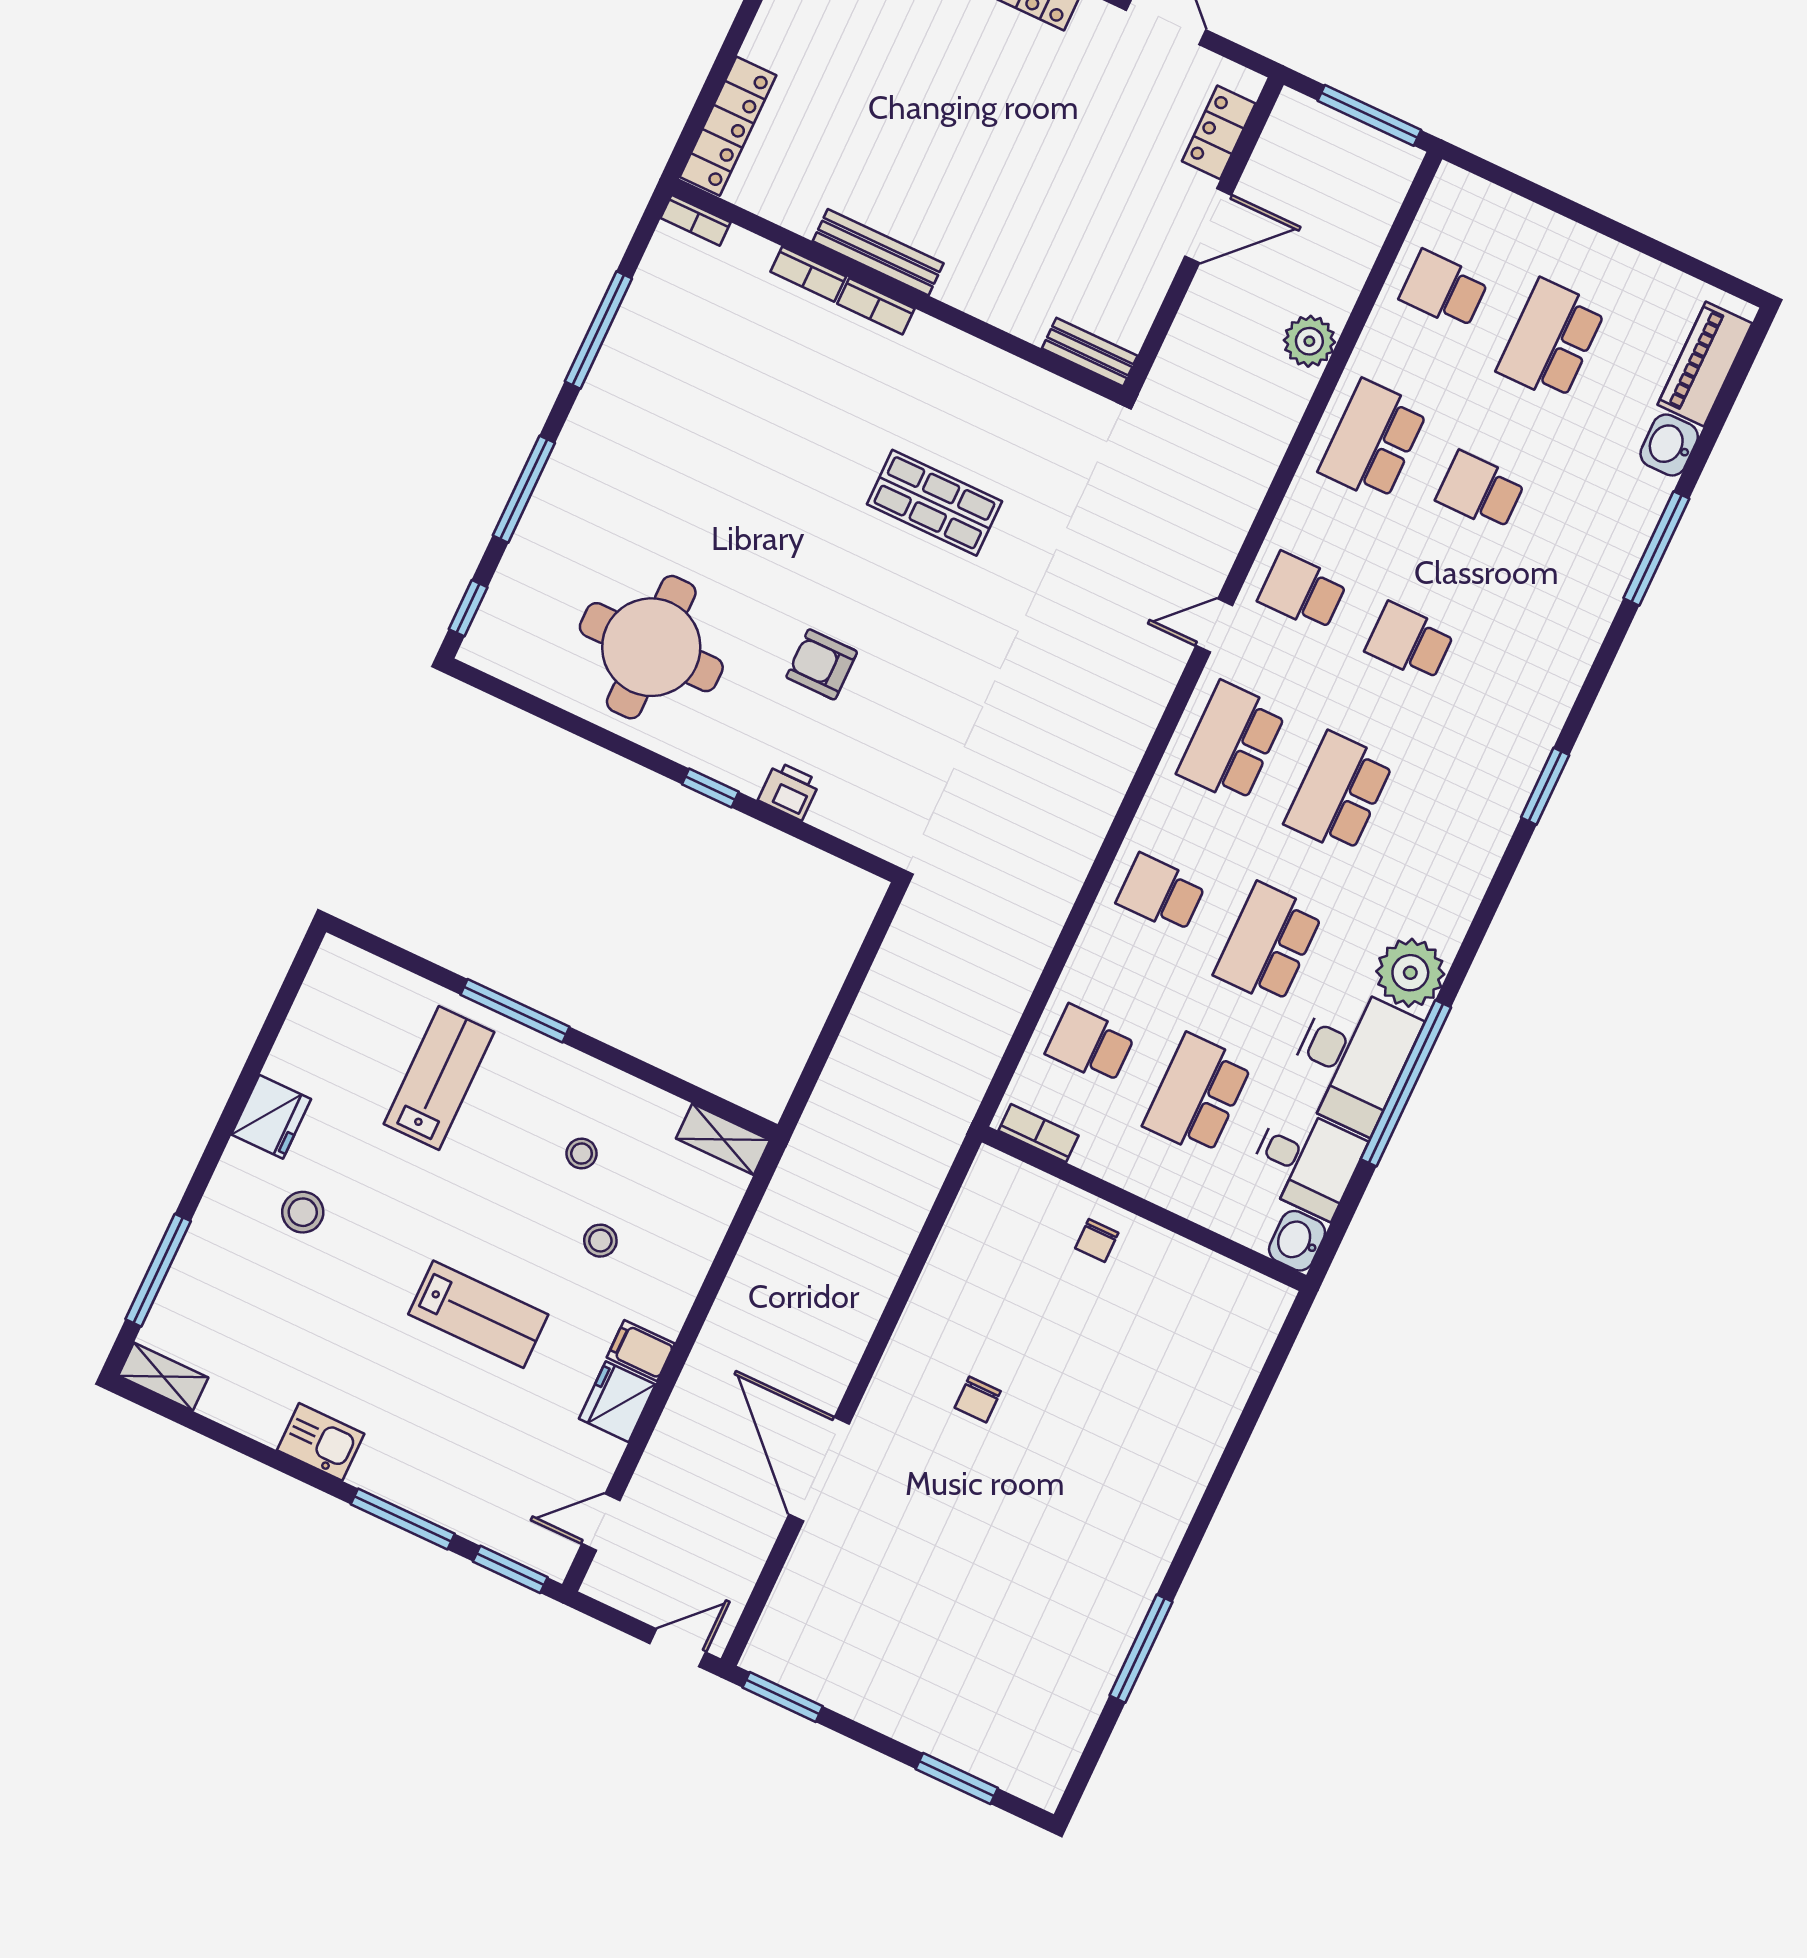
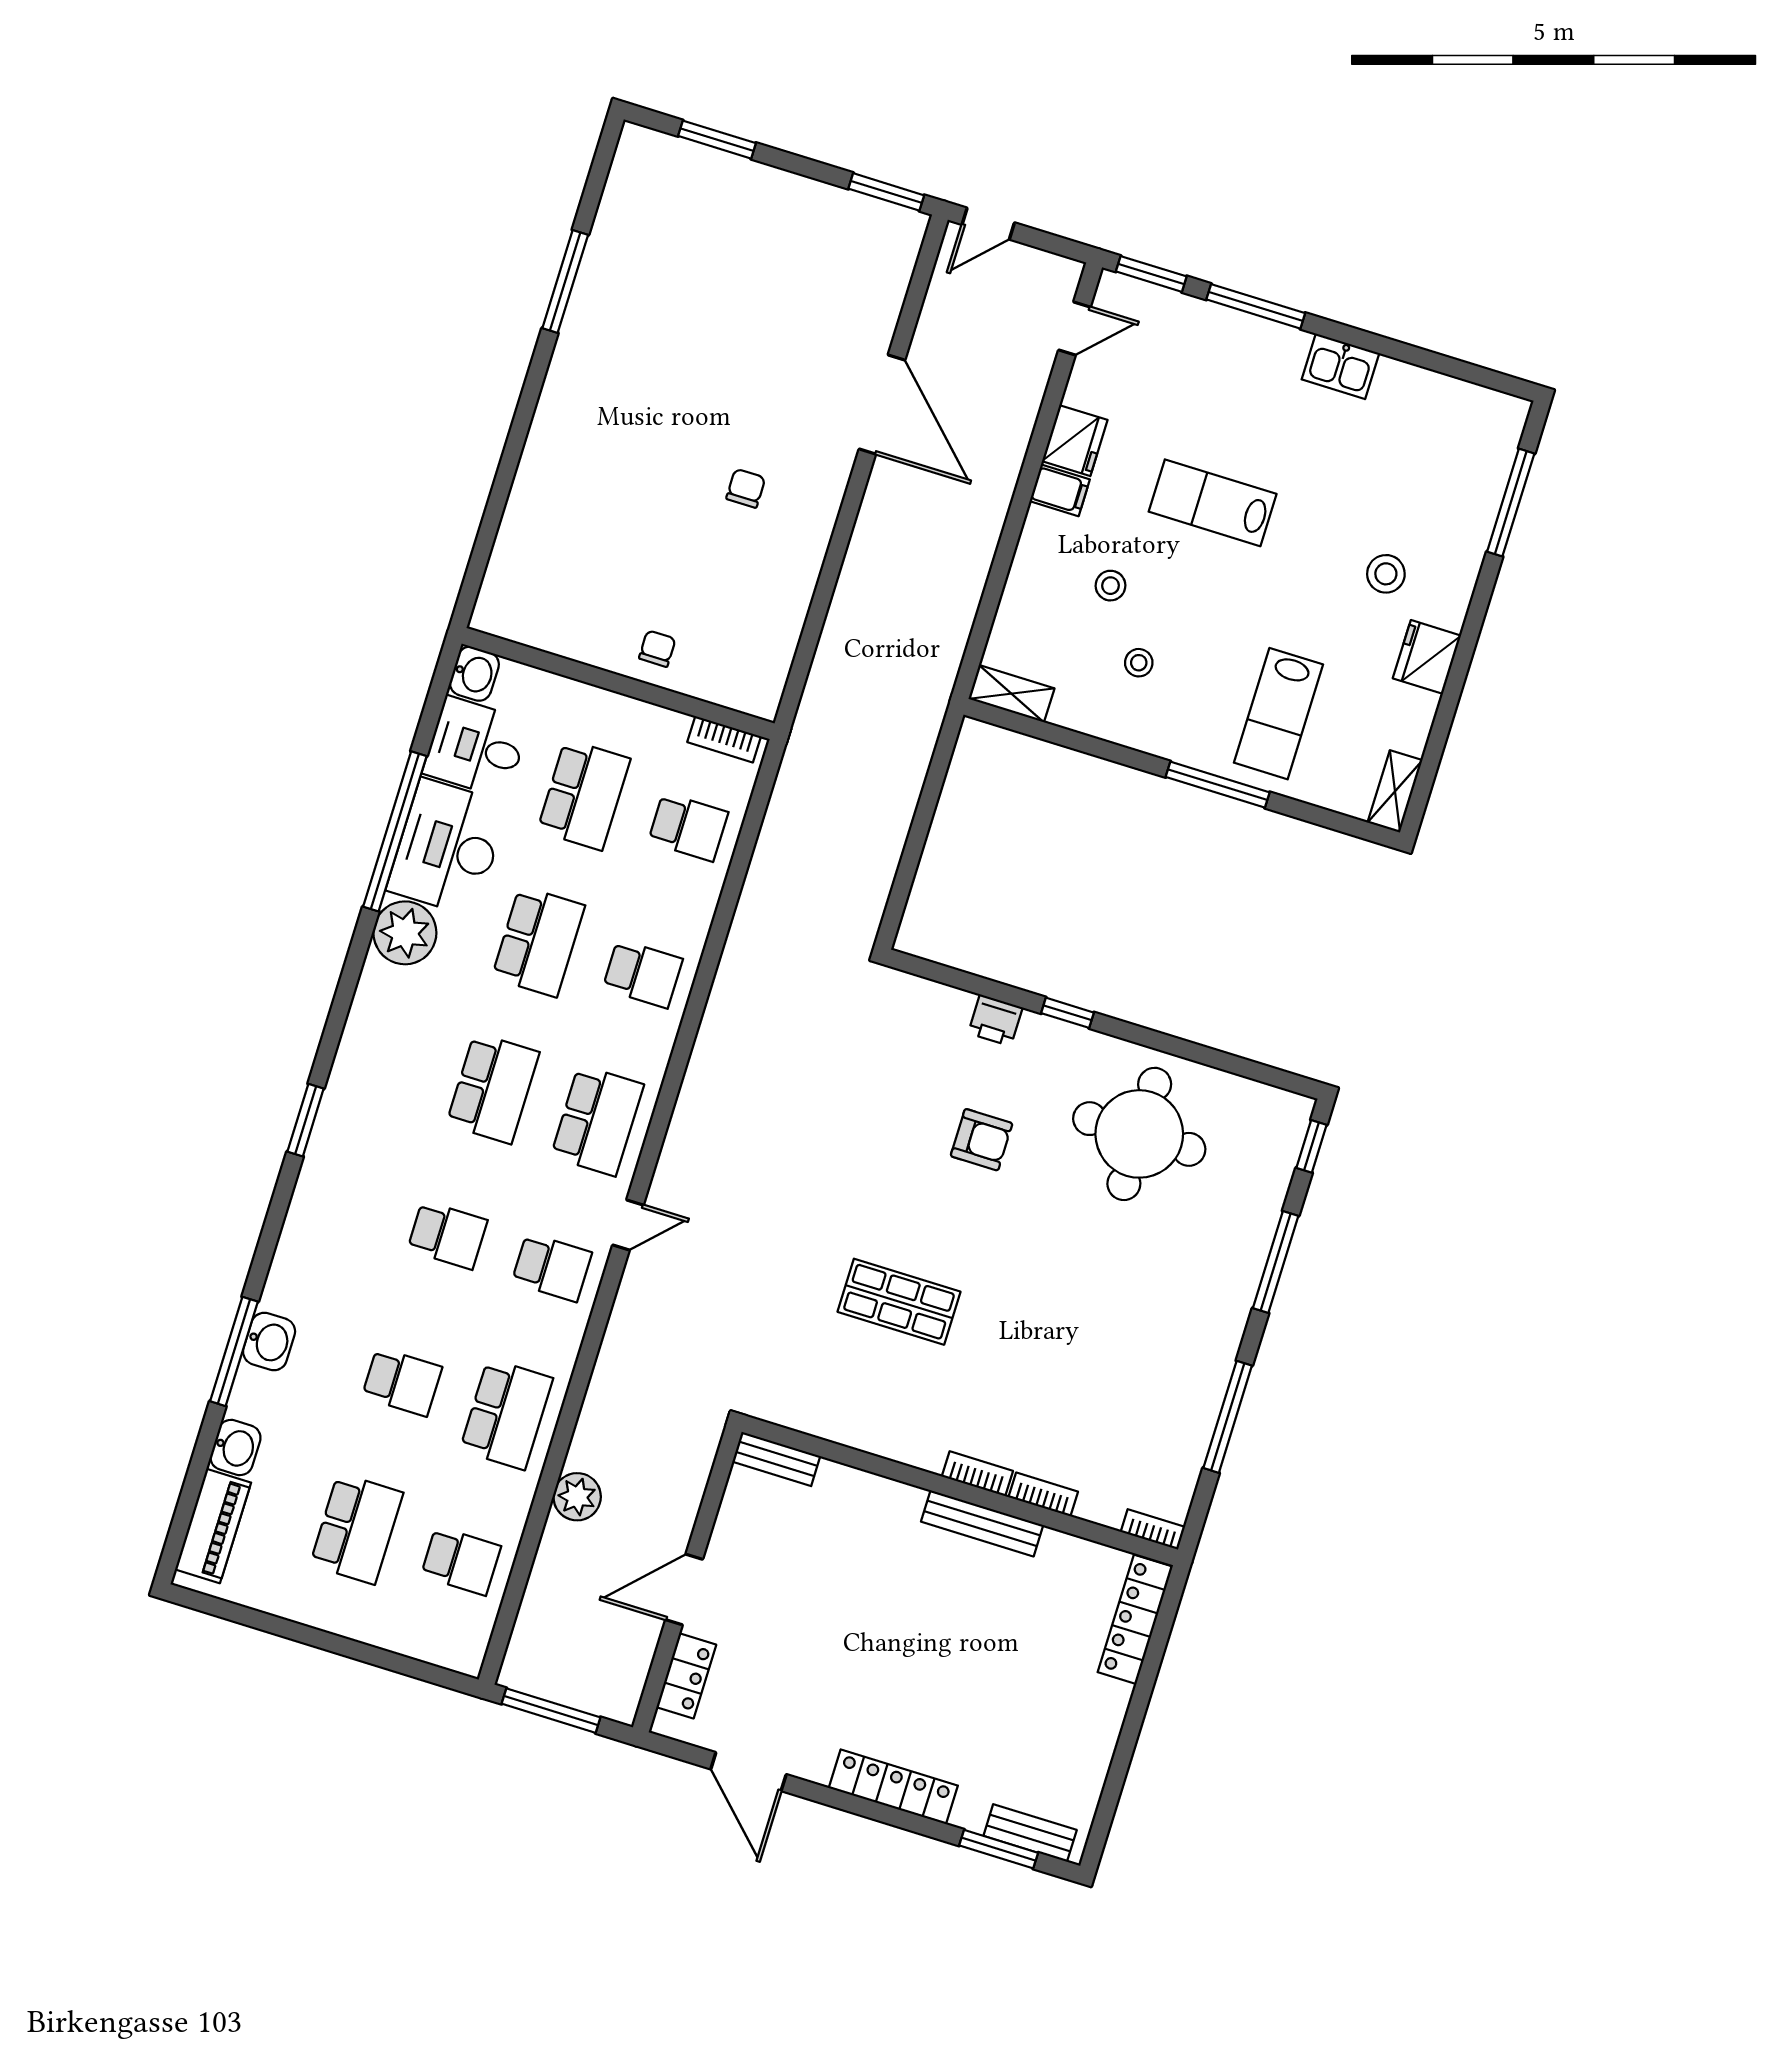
washbasin: (1617, 554) -> (269, 1342), added
shelving: (163, 1377) -> (1395, 791), moved, turned 90

